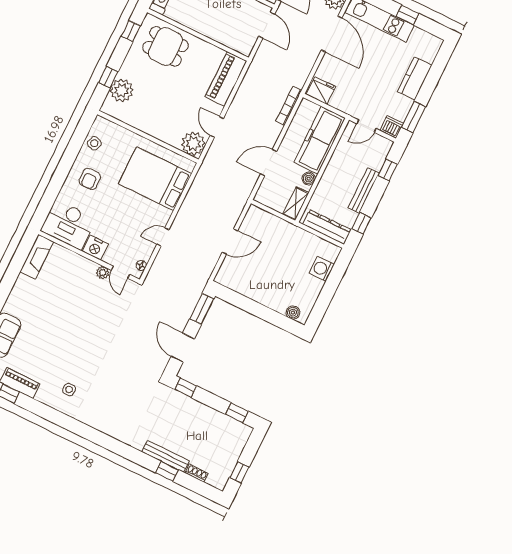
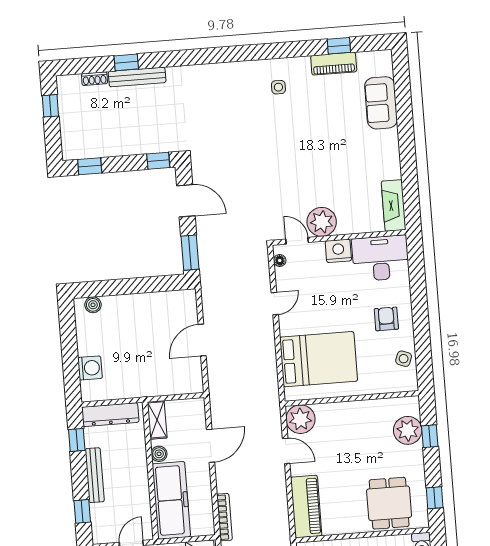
dining table: (166, 46) -> (389, 503), turned 90
plant: (103, 273) -> (322, 222), width x1.88, depth x1.88

